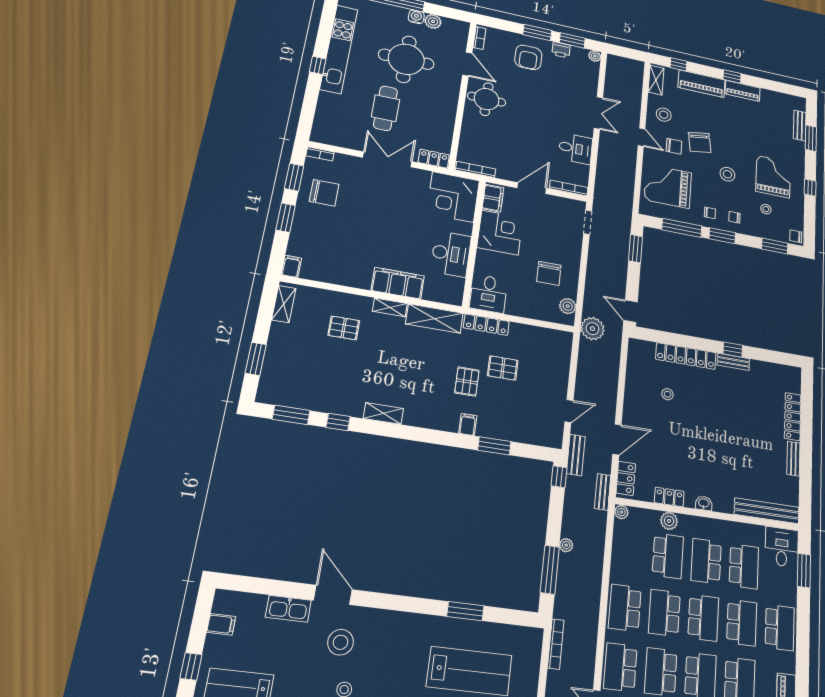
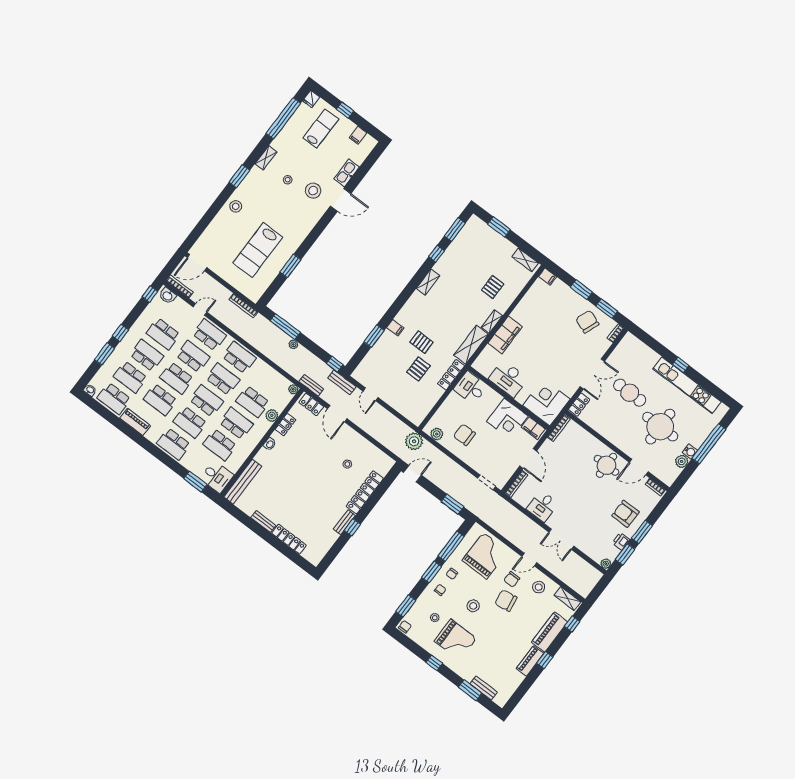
chair: (324, 193) -> (587, 322), turned 111
school desk: (703, 618) -> (206, 401), turned 180

